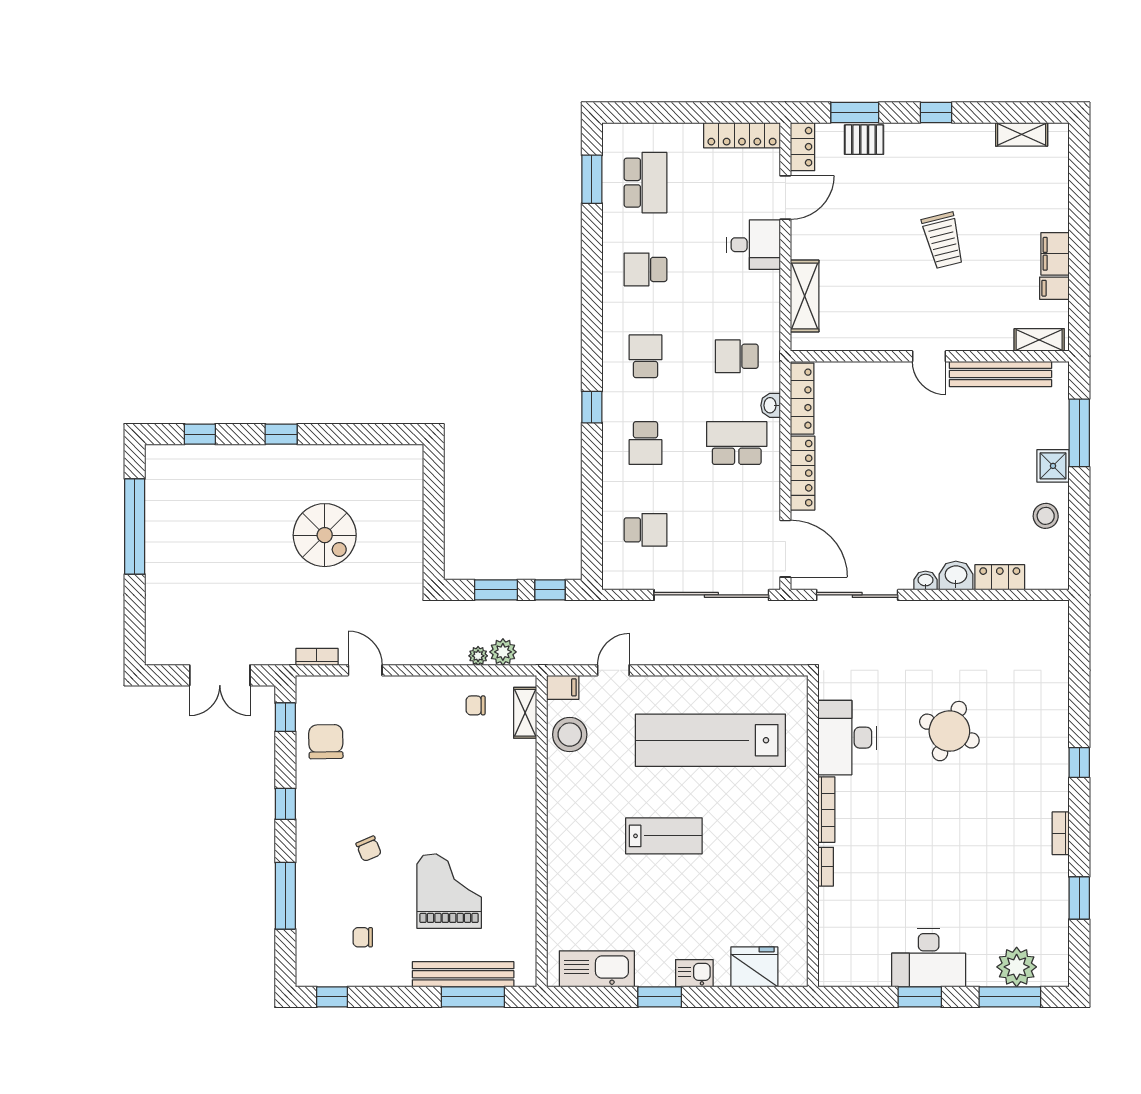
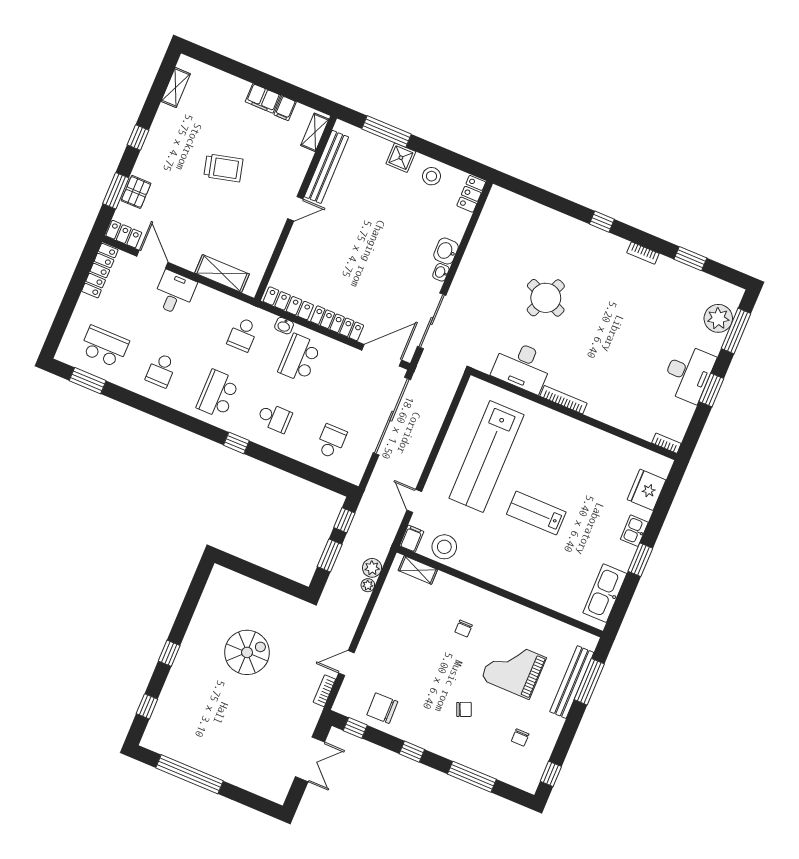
school desk: (645, 356) -> (218, 394), width x1.85
locker: (1000, 577) -> (471, 194), moved
chair: (476, 705) -> (464, 629), moved
lab bench: (664, 836) -> (536, 513), turned -90
bookcase: (826, 867) -> (666, 443), moved

